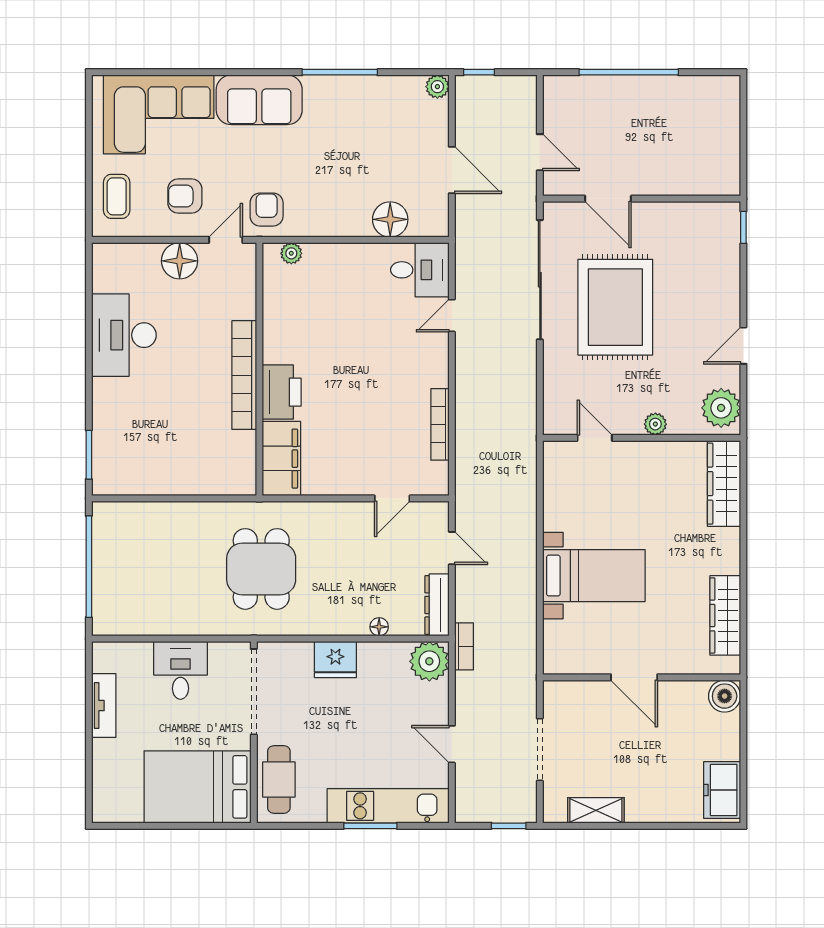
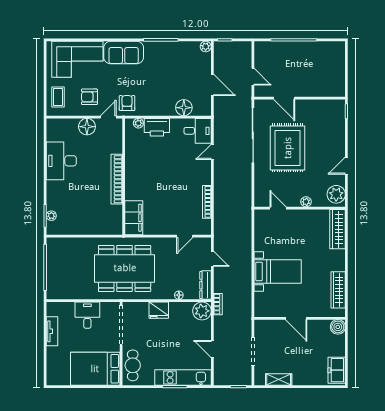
printer: (282, 392) -> (157, 127), moved, turned 90
plant: (102, 454) -> (51, 216), added
dining table: (261, 569) -> (125, 268), width x1.88, depth x1.24

